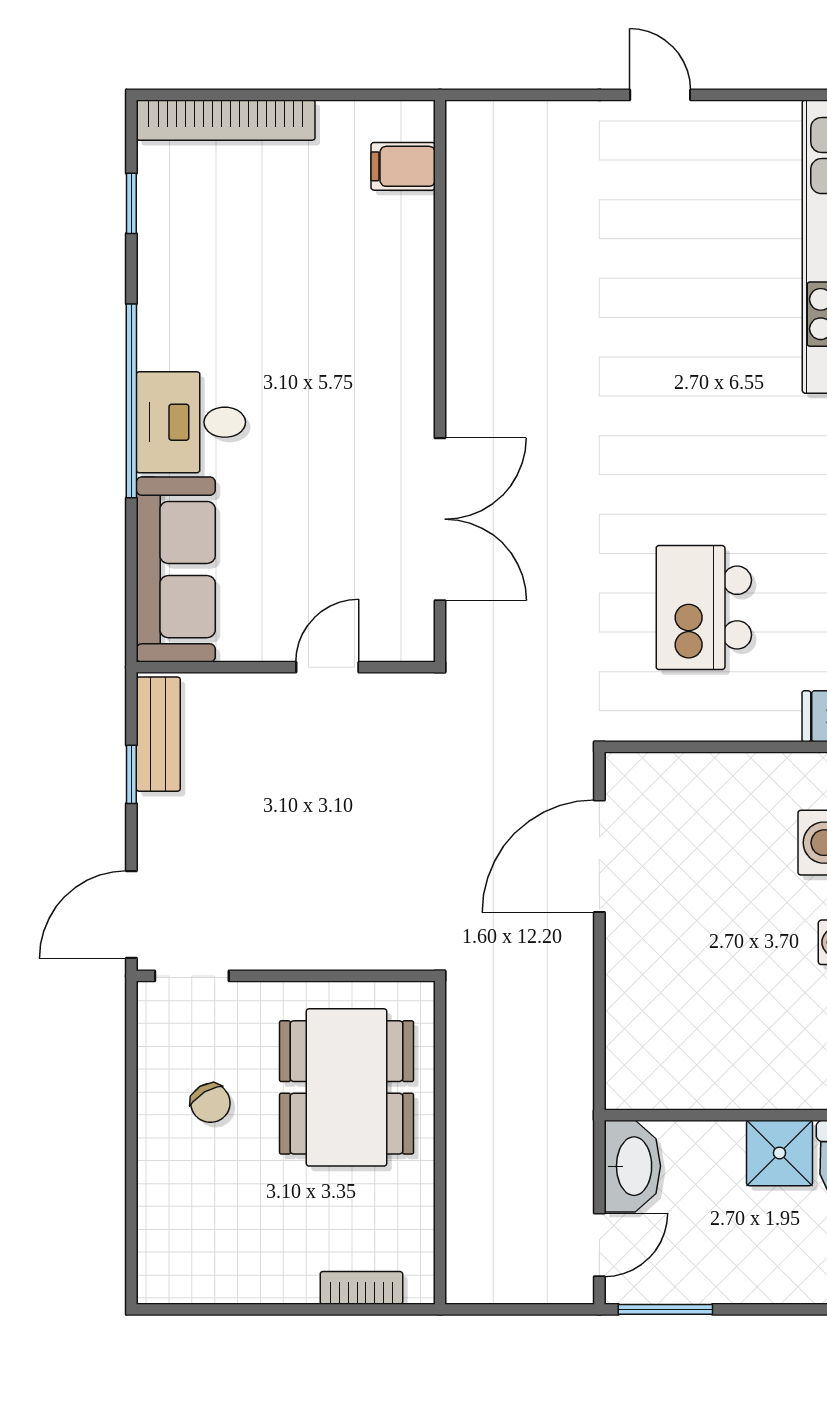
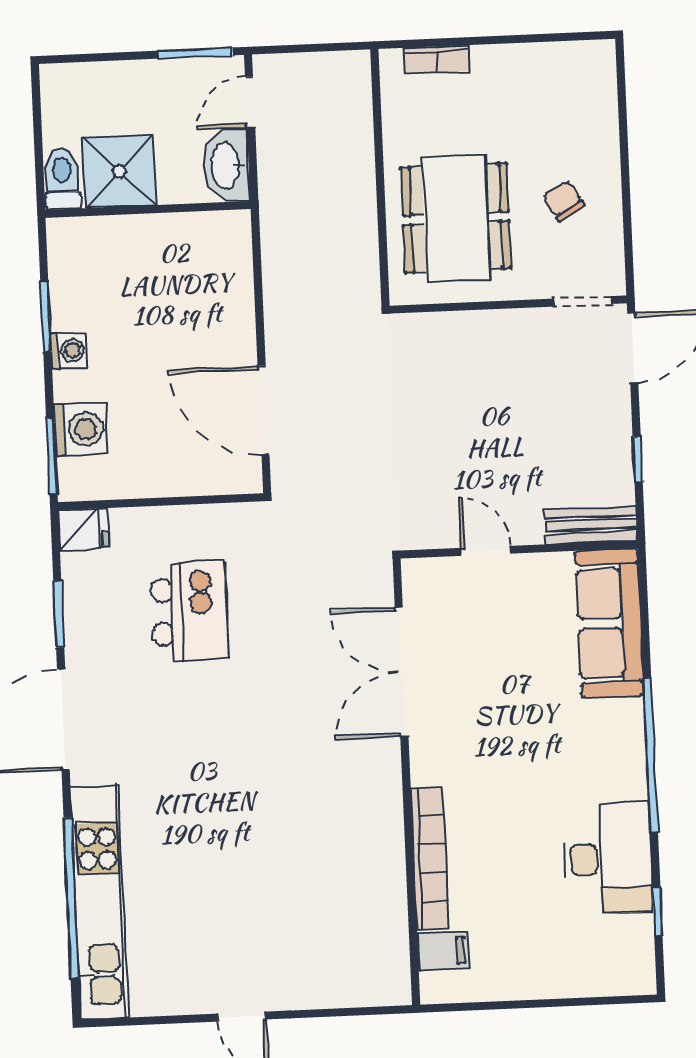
bookcase: (226, 120) -> (430, 858), moved, turned 90
desk: (191, 422) -> (608, 858), moved, width x1.37
door: (327, 667) -> (486, 551), swing flipped
bench: (158, 734) -> (591, 525), moved, turned 90
door: (599, 856) -> (264, 410), swing flipped
shower: (779, 1153) -> (119, 171), width x1.36, depth x1.36

